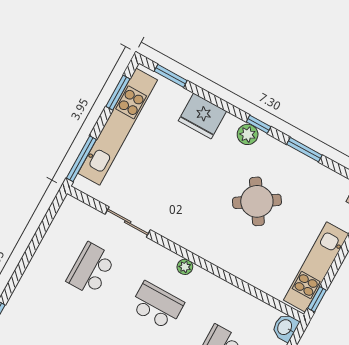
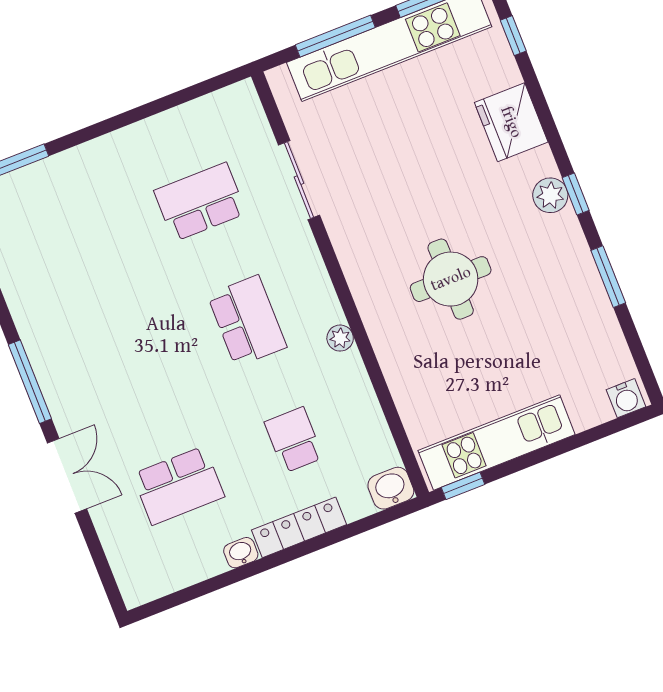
window: (171, 76) -> (513, 36), width x0.67
window: (81, 159) -> (335, 36), moved
round table: (257, 201) -> (451, 279), moved, turned 33
plant: (185, 267) -> (340, 338), moved

